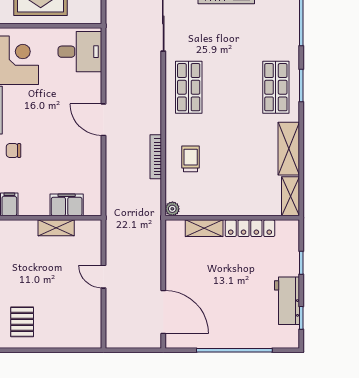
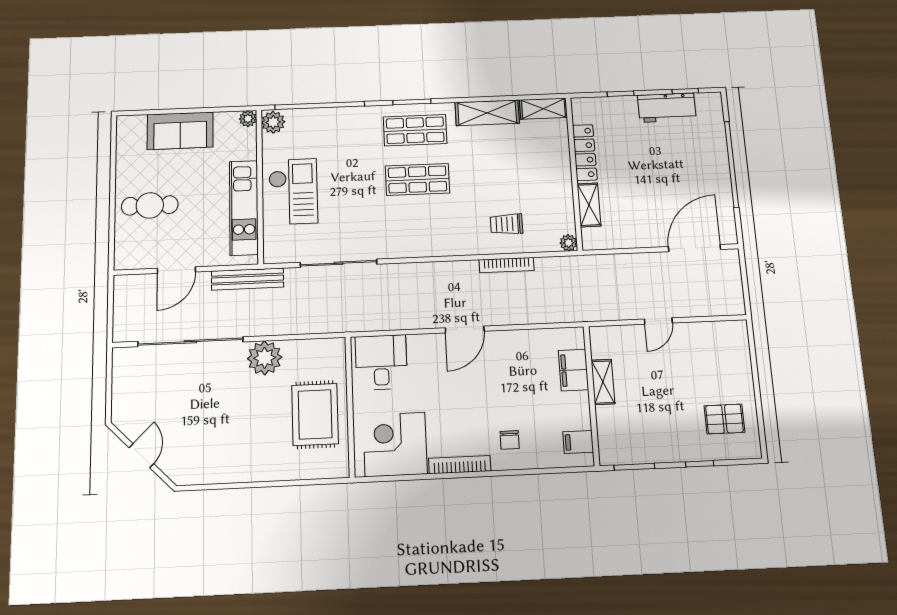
shop shelf: (189, 87) -> (417, 179), moved

